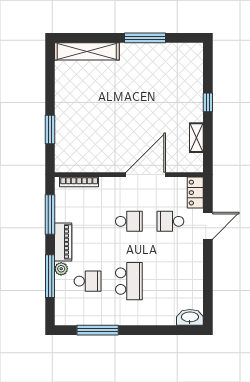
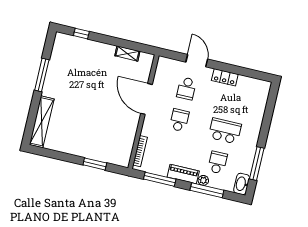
window: (208, 102) -> (81, 34), moved
locker: (195, 193) -> (225, 77), moved
washbasin: (190, 317) -> (242, 184), moved

